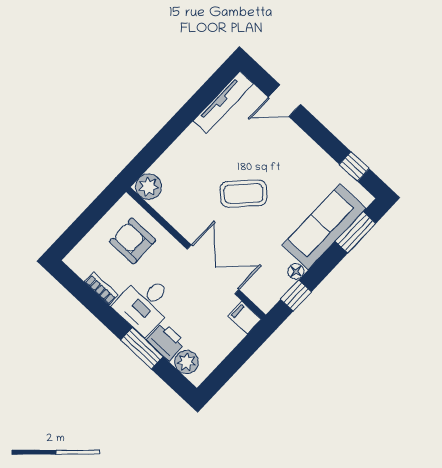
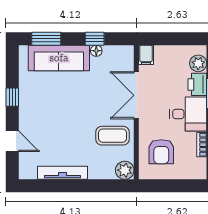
tv unit: (223, 102) -> (63, 173), moved
window: (354, 167) -> (12, 97), moved
coffee table: (244, 194) -> (112, 136), moved, turned -44
window: (296, 296) -> (95, 39), moved

